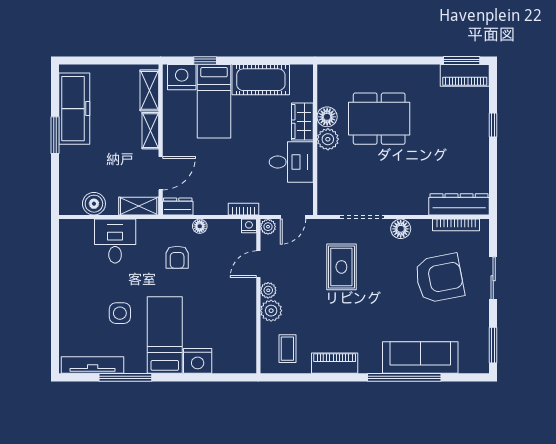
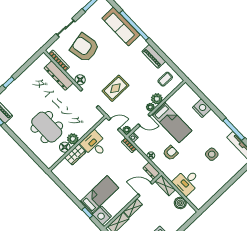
cot: (261, 80) -> (75, 185), removed
dresser: (459, 204) -> (59, 76), moved
bed: (165, 335) -> (172, 122), moved, turned -90

